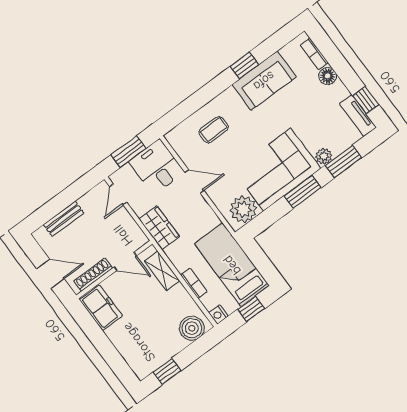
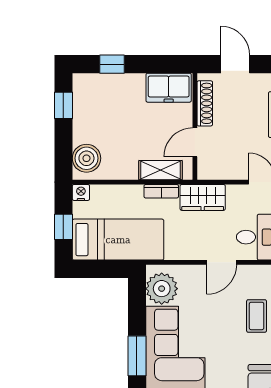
door: (50, 274) -> (235, 64), swing flipped
bookcase: (194, 283) -> (161, 191), moved
window: (114, 359) -> (112, 64), added

